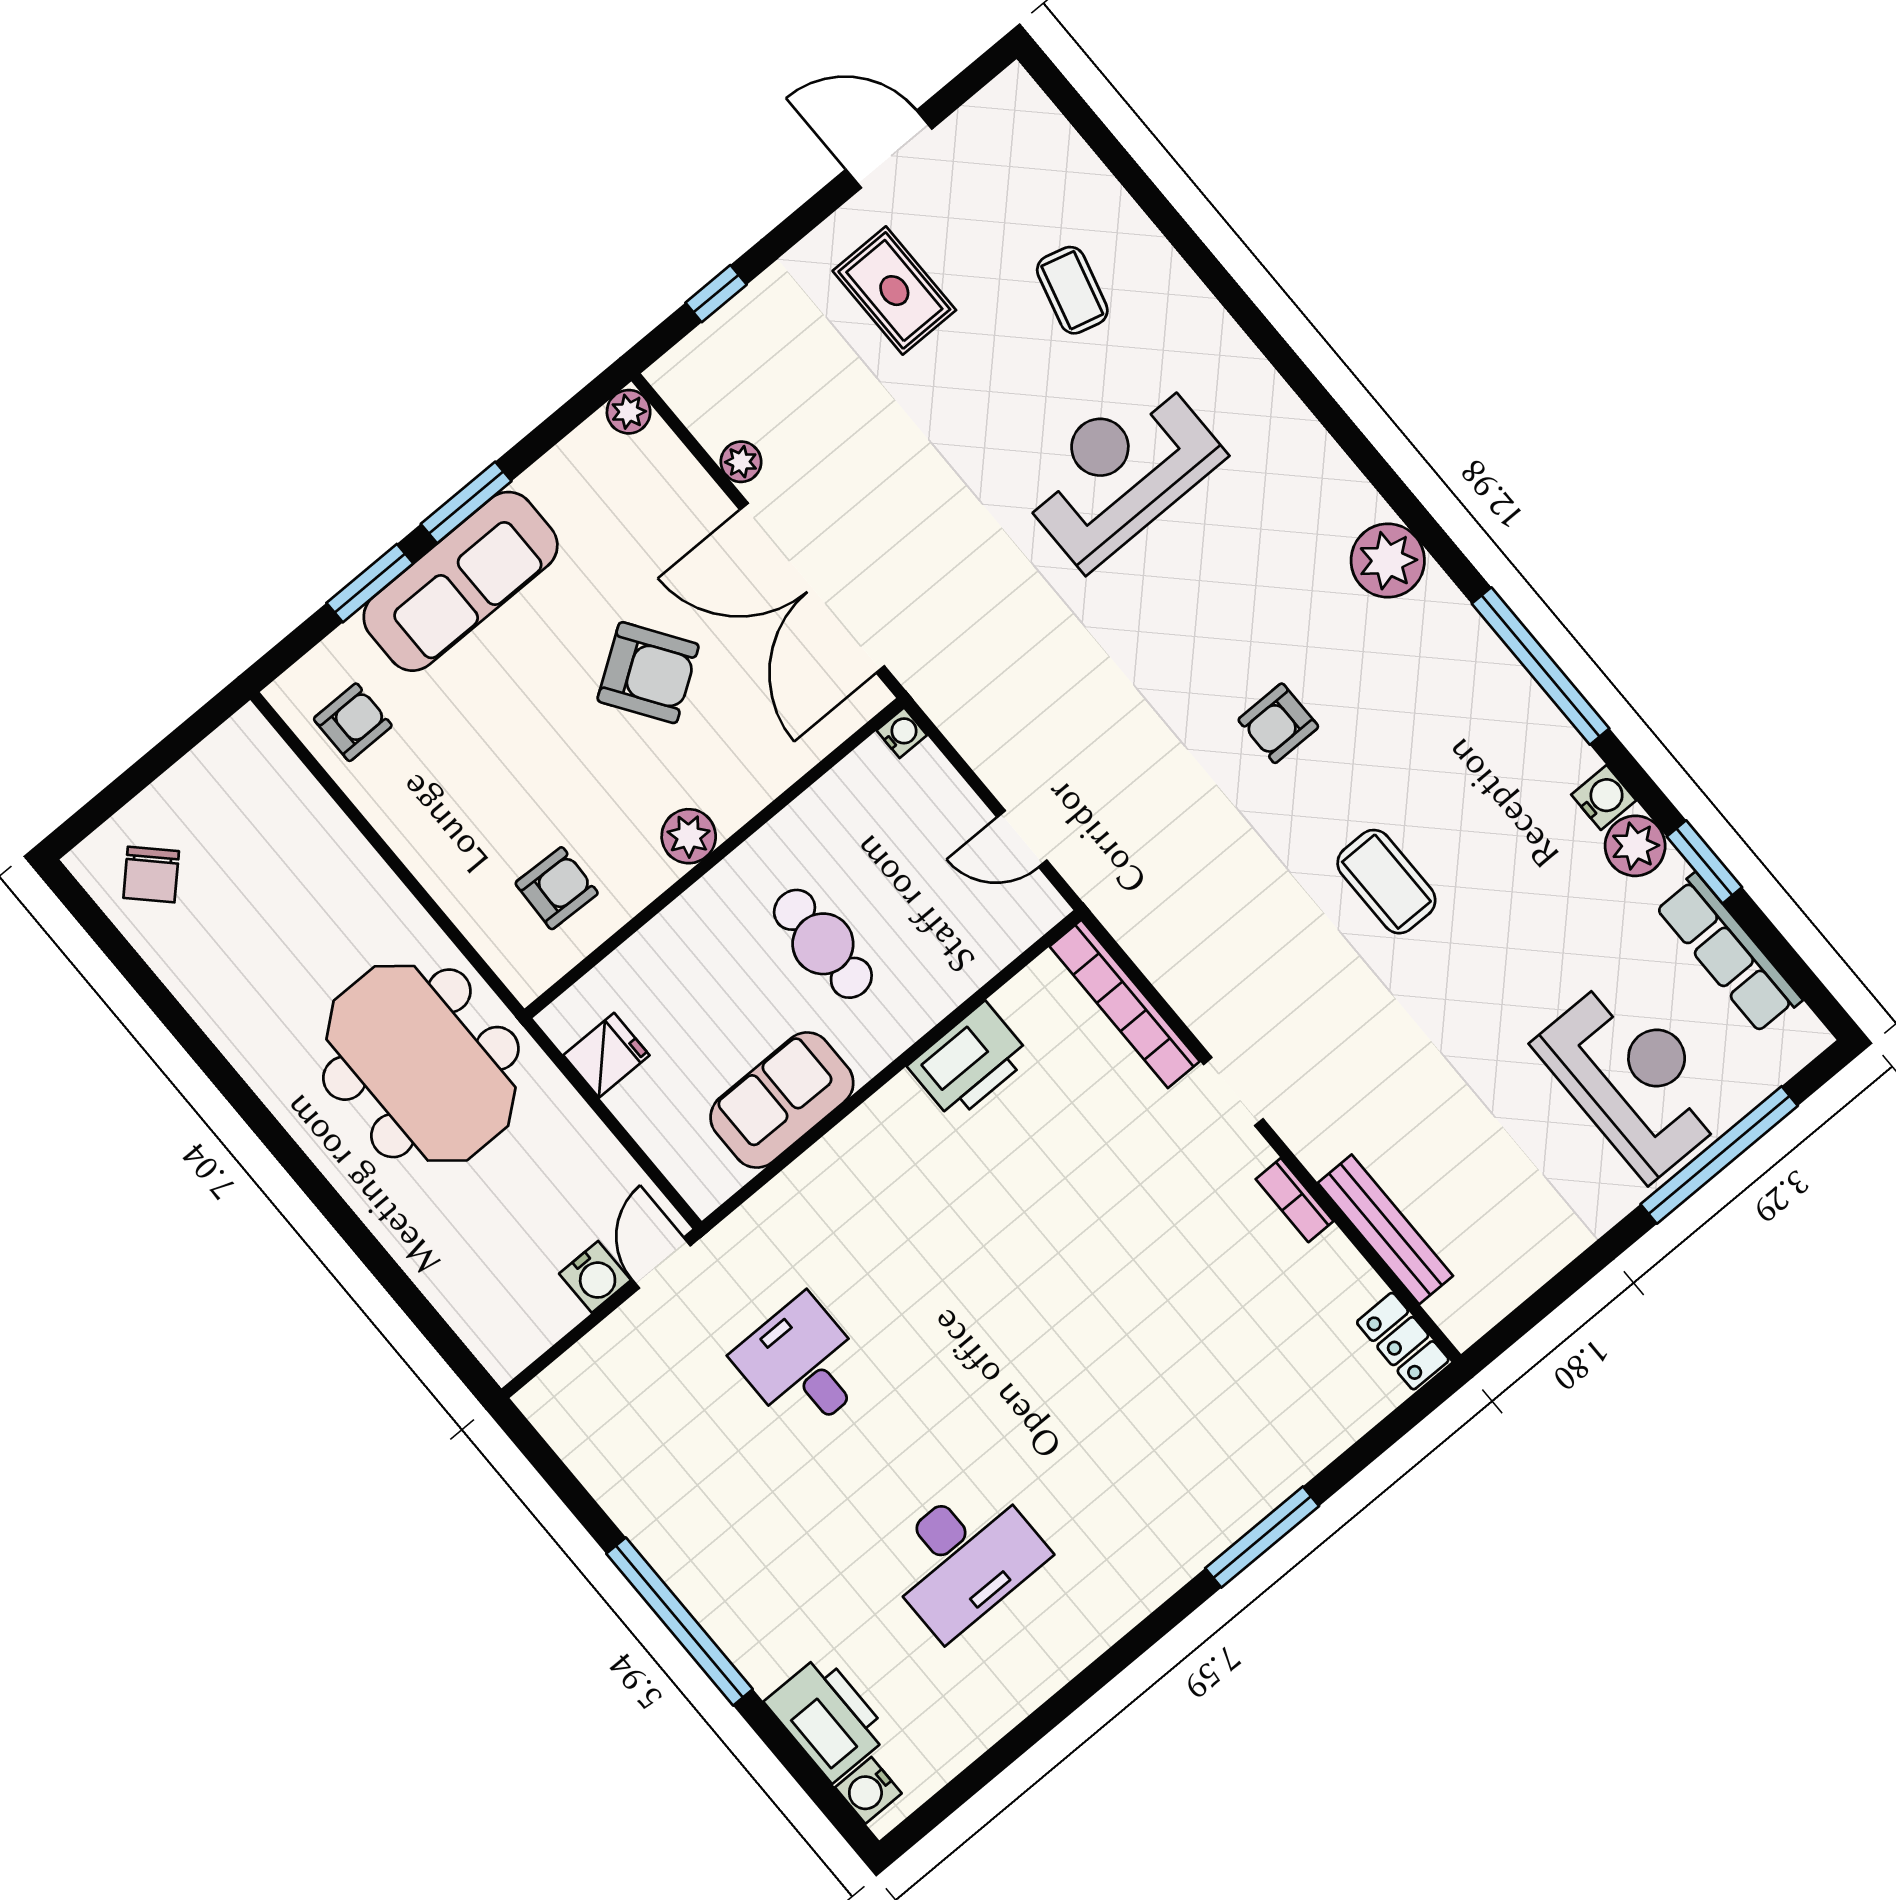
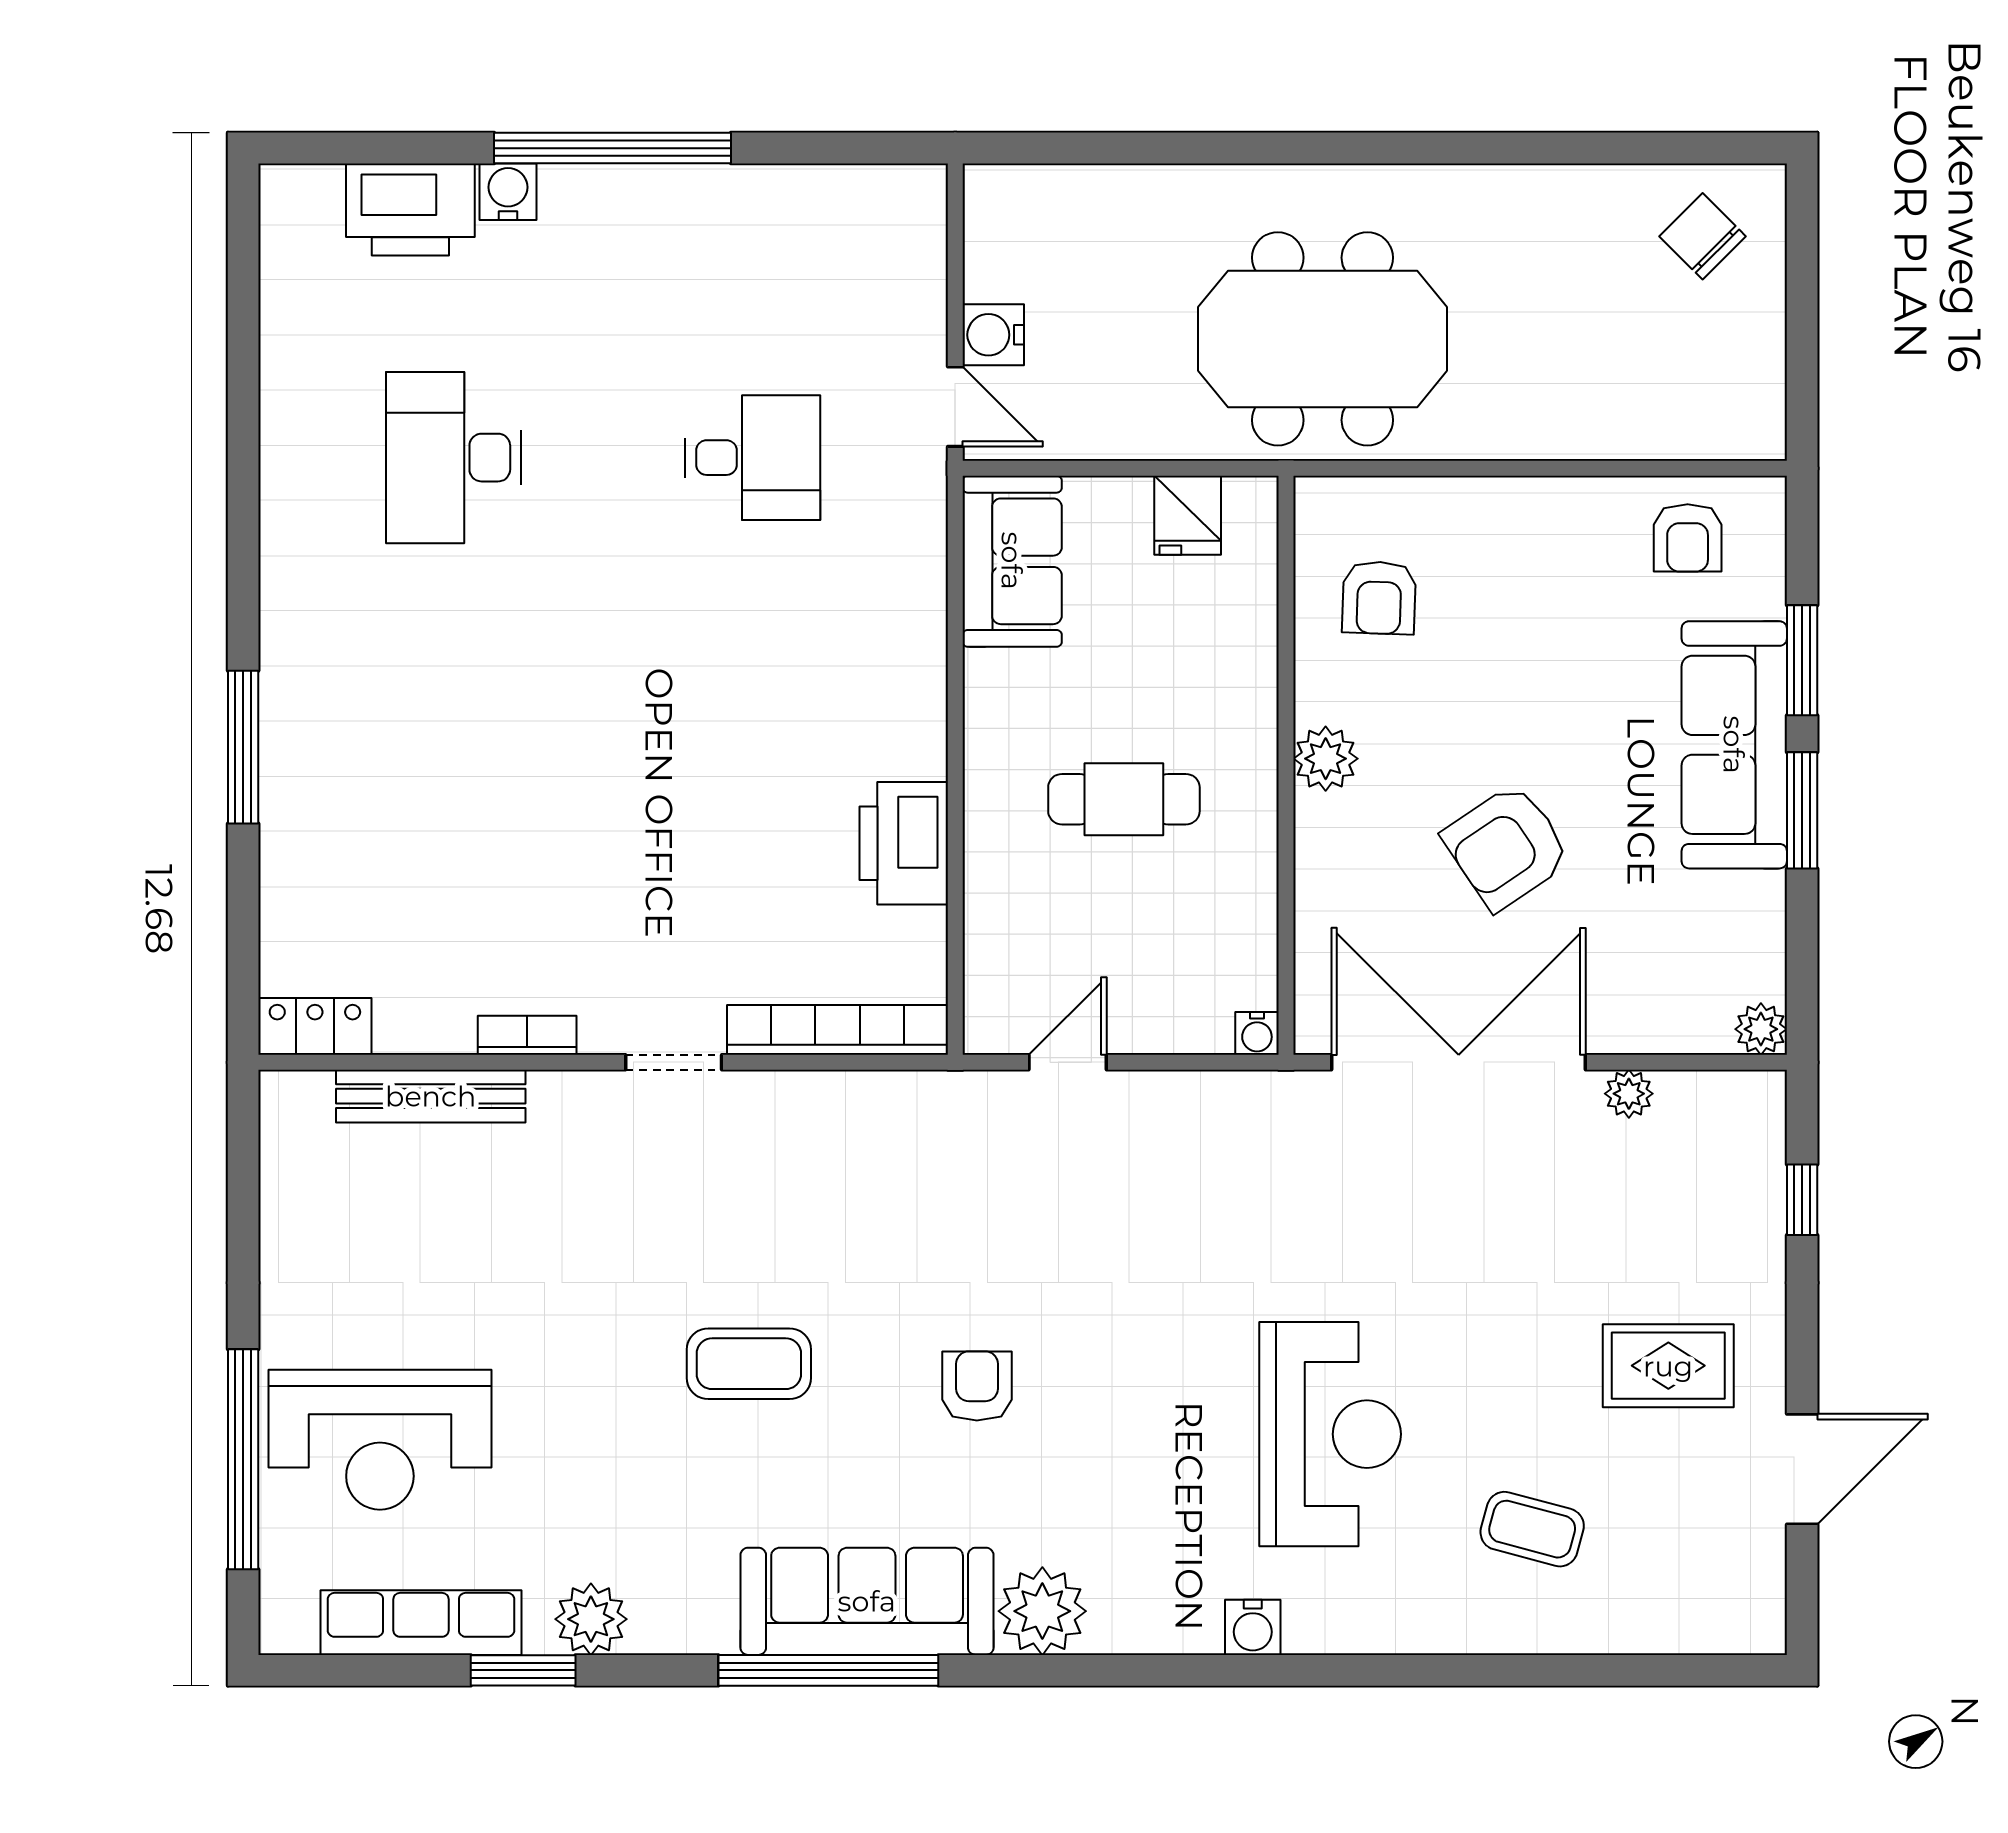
sofa: (1476, 678) -> (867, 1601), added
water cooler: (1604, 798) -> (1253, 1627), moved
sofa: (782, 1100) -> (1012, 561), moved
water cooler: (868, 1790) -> (508, 192), moved

